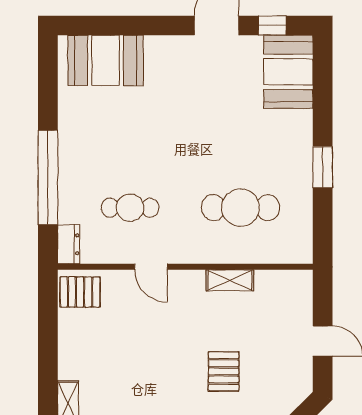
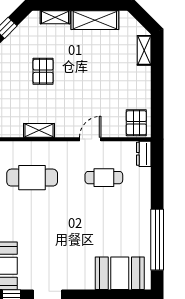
window: (48, 177) -> (157, 240), moved
door: (151, 267) -> (90, 139), hinge flipped
pallet: (80, 292) -> (136, 123), turned 90

